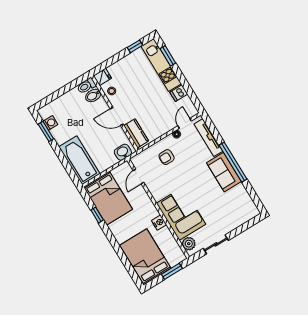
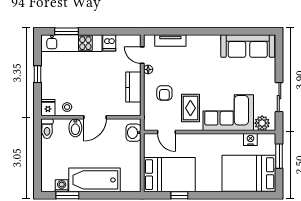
window: (135, 46) -> (38, 74), moved
bidet: (93, 95) -> (75, 128), moved
kitchen counter: (136, 133) -> (133, 87), moved, turned -90
tv unit: (208, 138) -> (170, 40), width x0.71
bathtub: (79, 160) -> (95, 180), moved
window: (233, 162) -> (209, 31), removed
sofa: (224, 172) -> (248, 46), moved, width x1.36
rug: (167, 183) -> (190, 108), added
nightstand: (159, 223) -> (250, 139), moved

